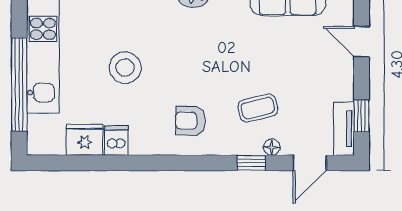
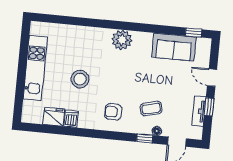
window: (19, 84) -> (21, 83), removed
window: (361, 116) -> (209, 107), moved
tv unit: (344, 129) -> (199, 111), moved

